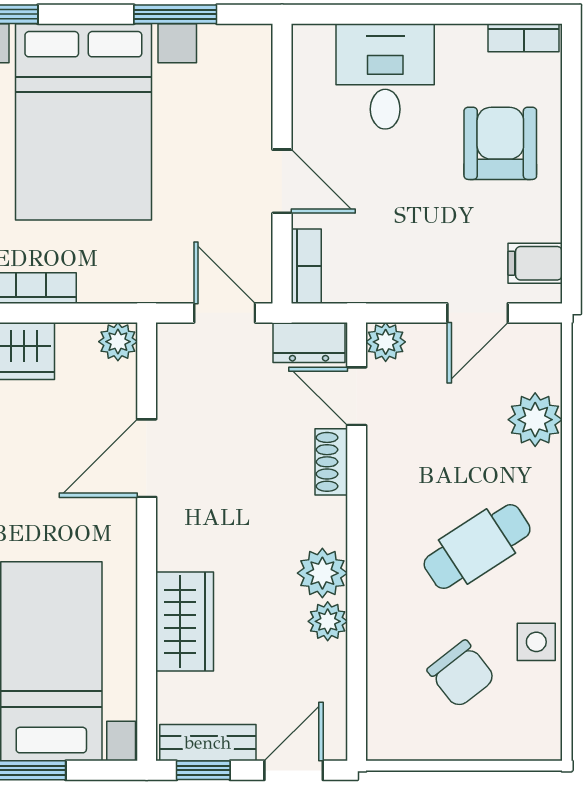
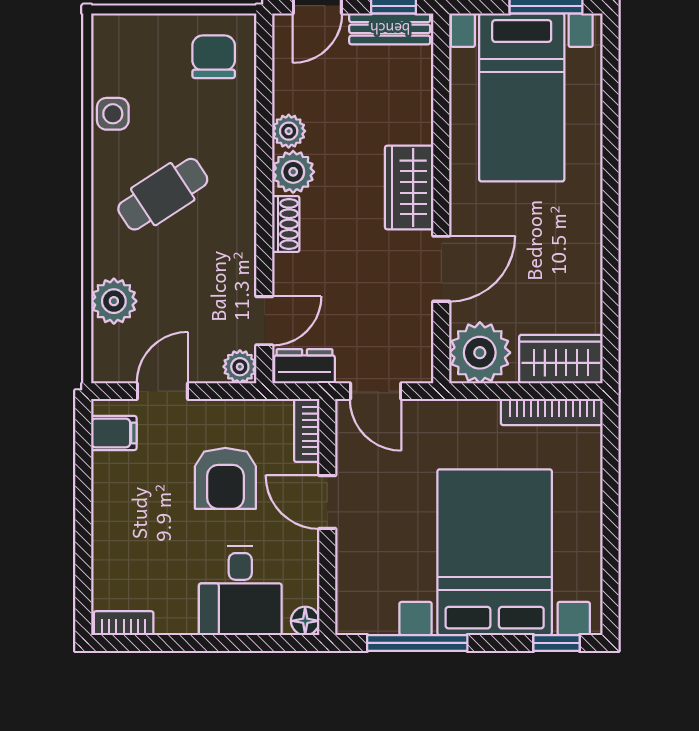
window: (175, 14) -> (417, 643), width x1.44
floor lamp: (308, 40) -> (305, 621), added
armchair: (500, 143) -> (225, 478), moved
plant: (118, 342) -> (480, 353), width x1.88, depth x1.88
door: (357, 396) -> (264, 321), hinge flipped
shoe rack: (331, 462) -> (286, 224), moved
wardrobe: (185, 622) -> (409, 188), moved
chair: (461, 674) -> (214, 57), moved, turned 38

